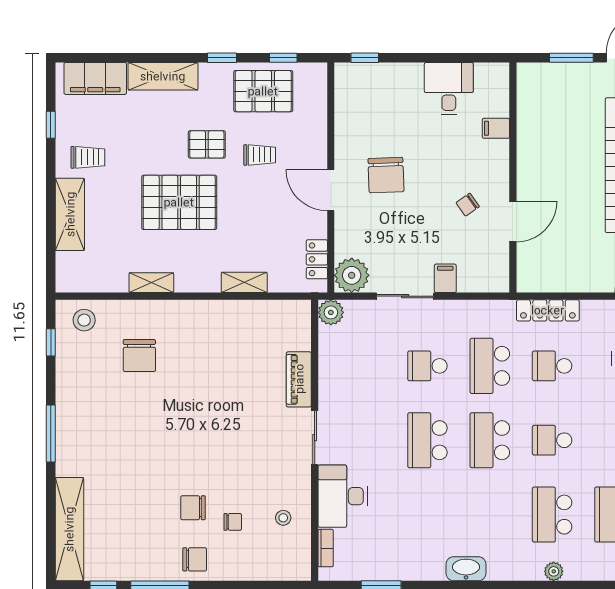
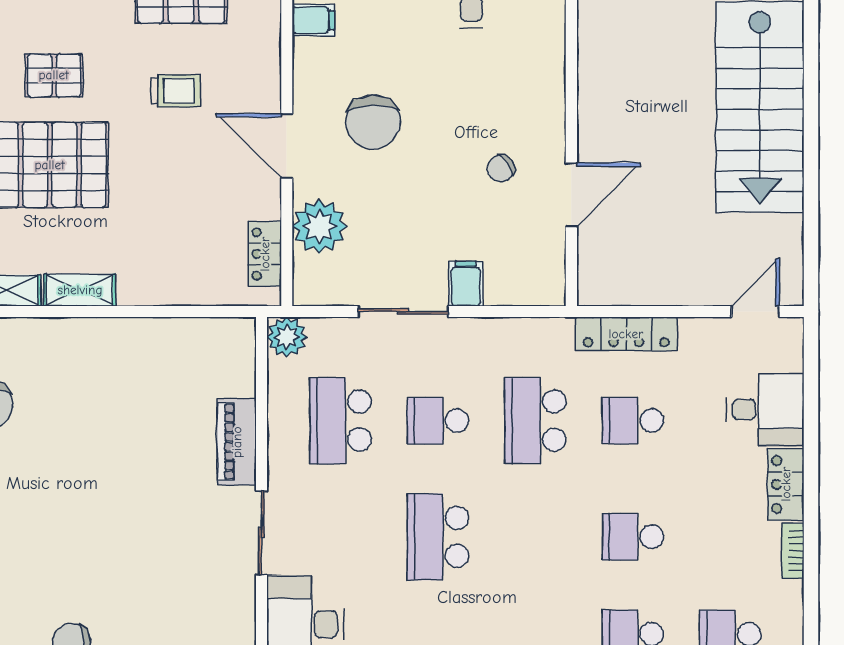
filing cabinet: (496, 128) -> (313, 20), moved, turned 180
pallet: (207, 144) -> (54, 75), moved
plant: (352, 275) -> (319, 226), moved
shelving: (244, 282) -> (80, 290), moved
school desk: (490, 440) -> (341, 421), moved

